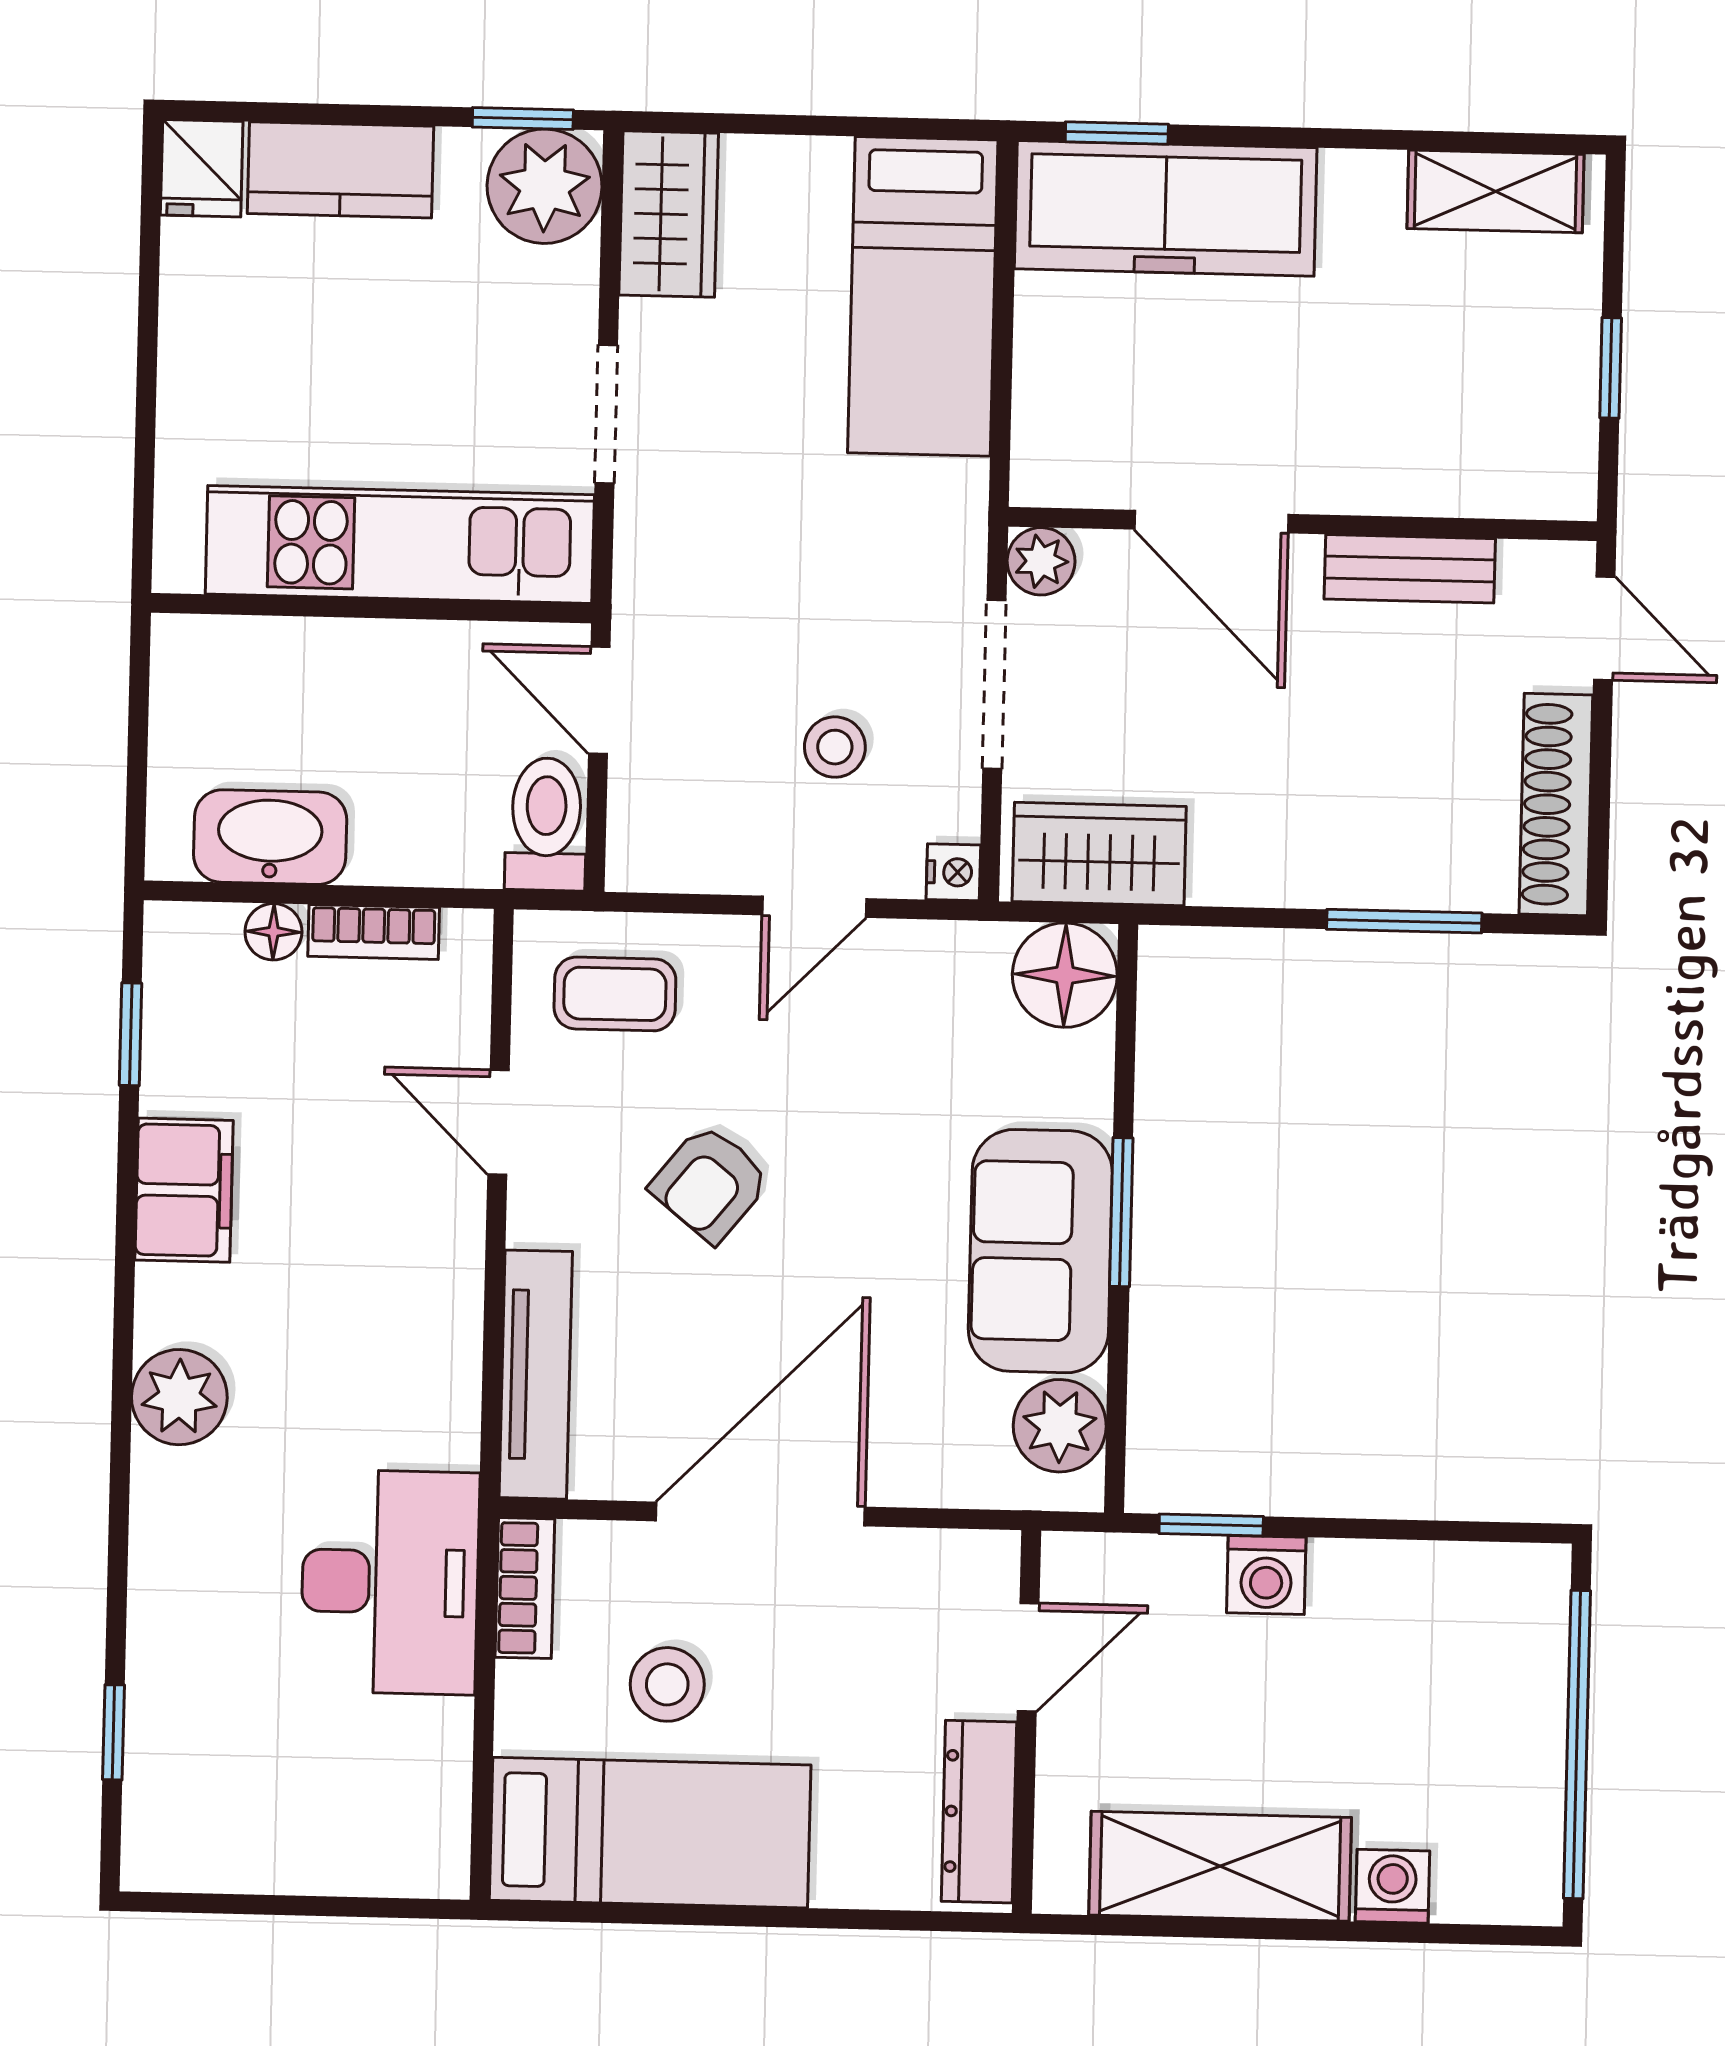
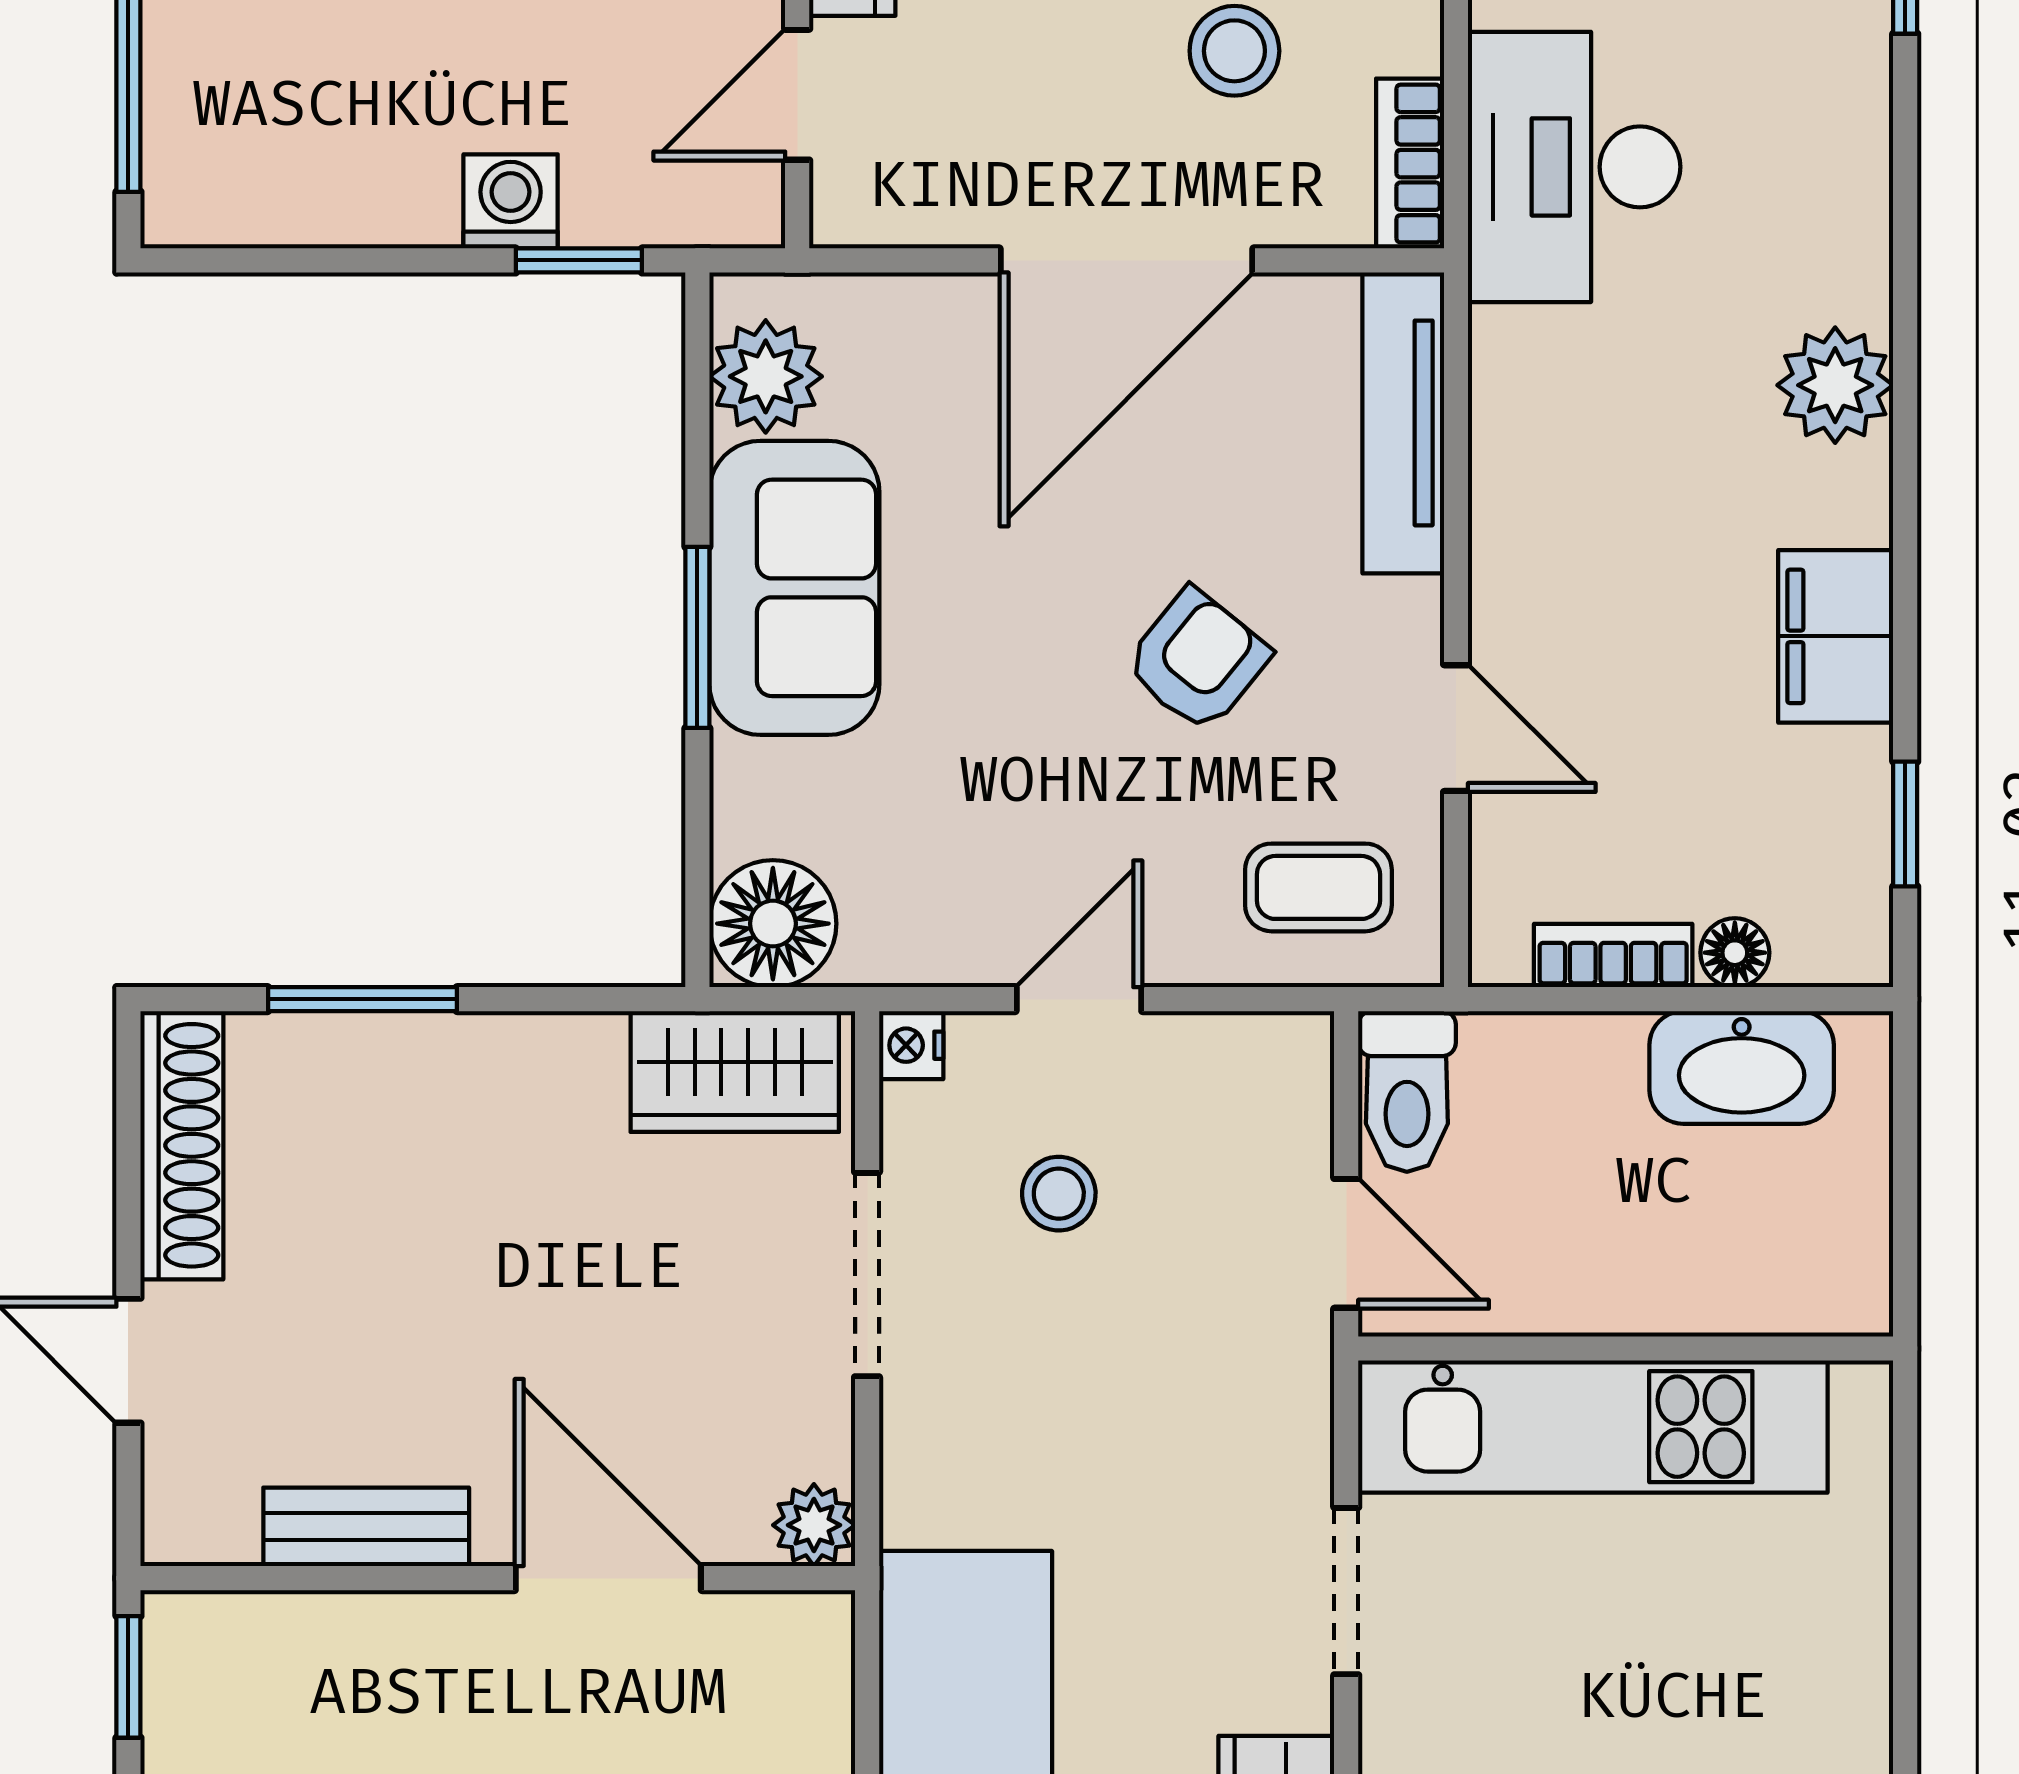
door: (1211, 522) -> (608, 1578), moved
wall: (1303, 524) -> (498, 1578), moved
plant: (1041, 561) -> (814, 1525), moved
bench: (1410, 569) -> (366, 1527), moved

